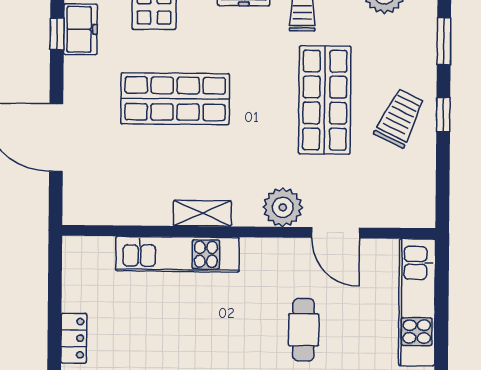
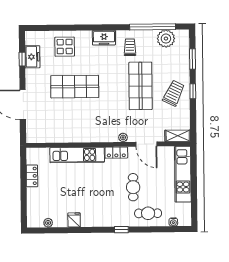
plant: (283, 207) -> (123, 137), width x0.53, depth x0.53
shelving: (202, 213) -> (178, 136), moved
locker: (267, 250) -> (116, 153), added
locker: (74, 338) -> (32, 176), moved

